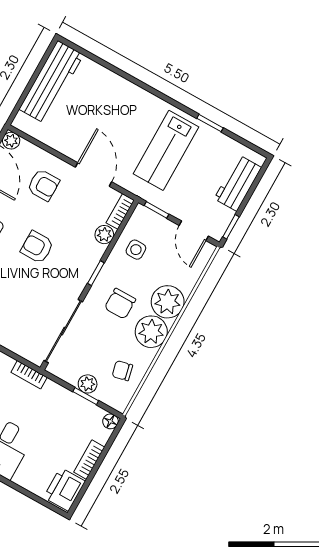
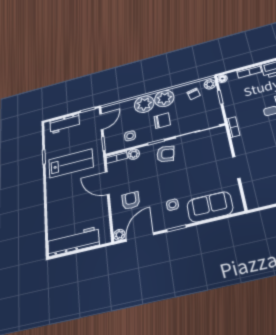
door: (93, 175) -> (107, 183), hinge flipped
armchair: (37, 247) -> (165, 154), moved, turned -80
plant: (88, 384) -> (210, 84), moved

